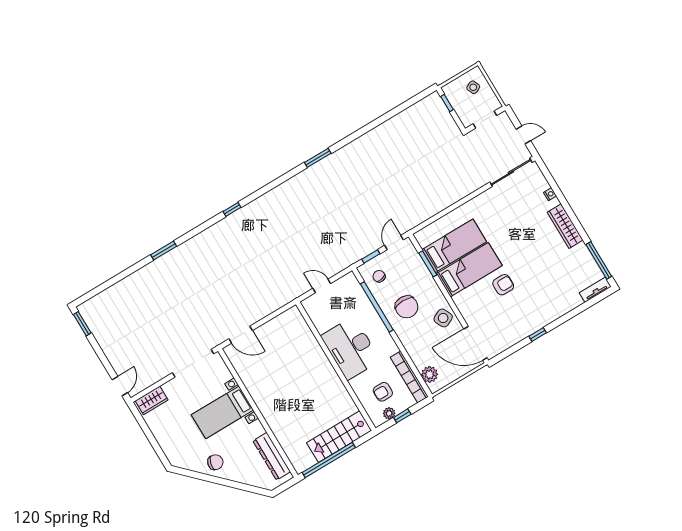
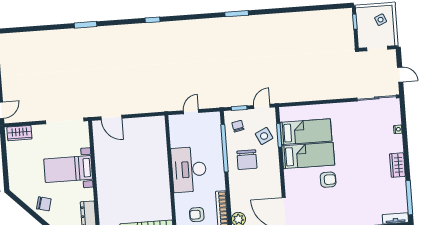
wardrobe: (565, 226) -> (397, 165), width x0.67
door: (322, 286) -> (191, 112), hinge flipped
side table: (443, 318) -> (264, 136), moved

